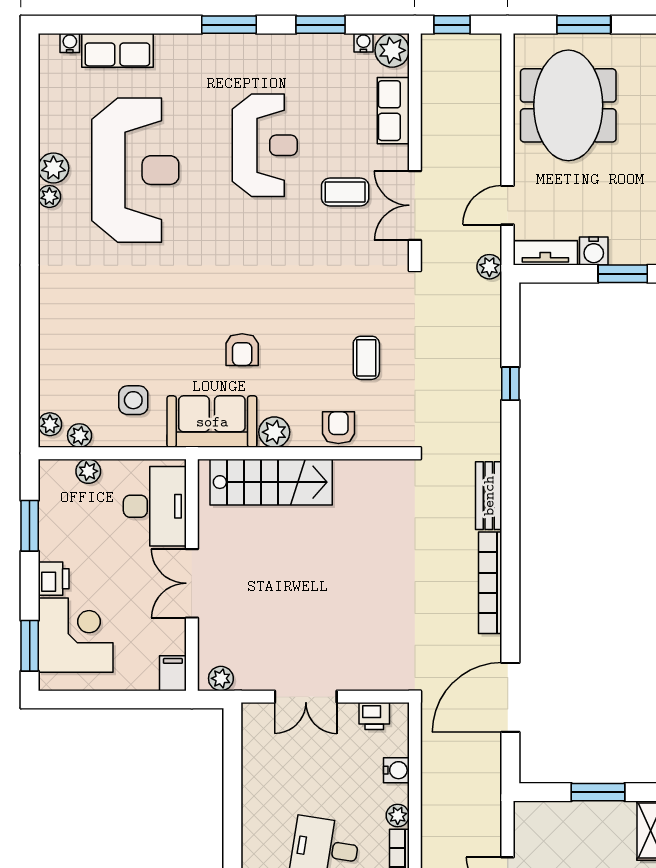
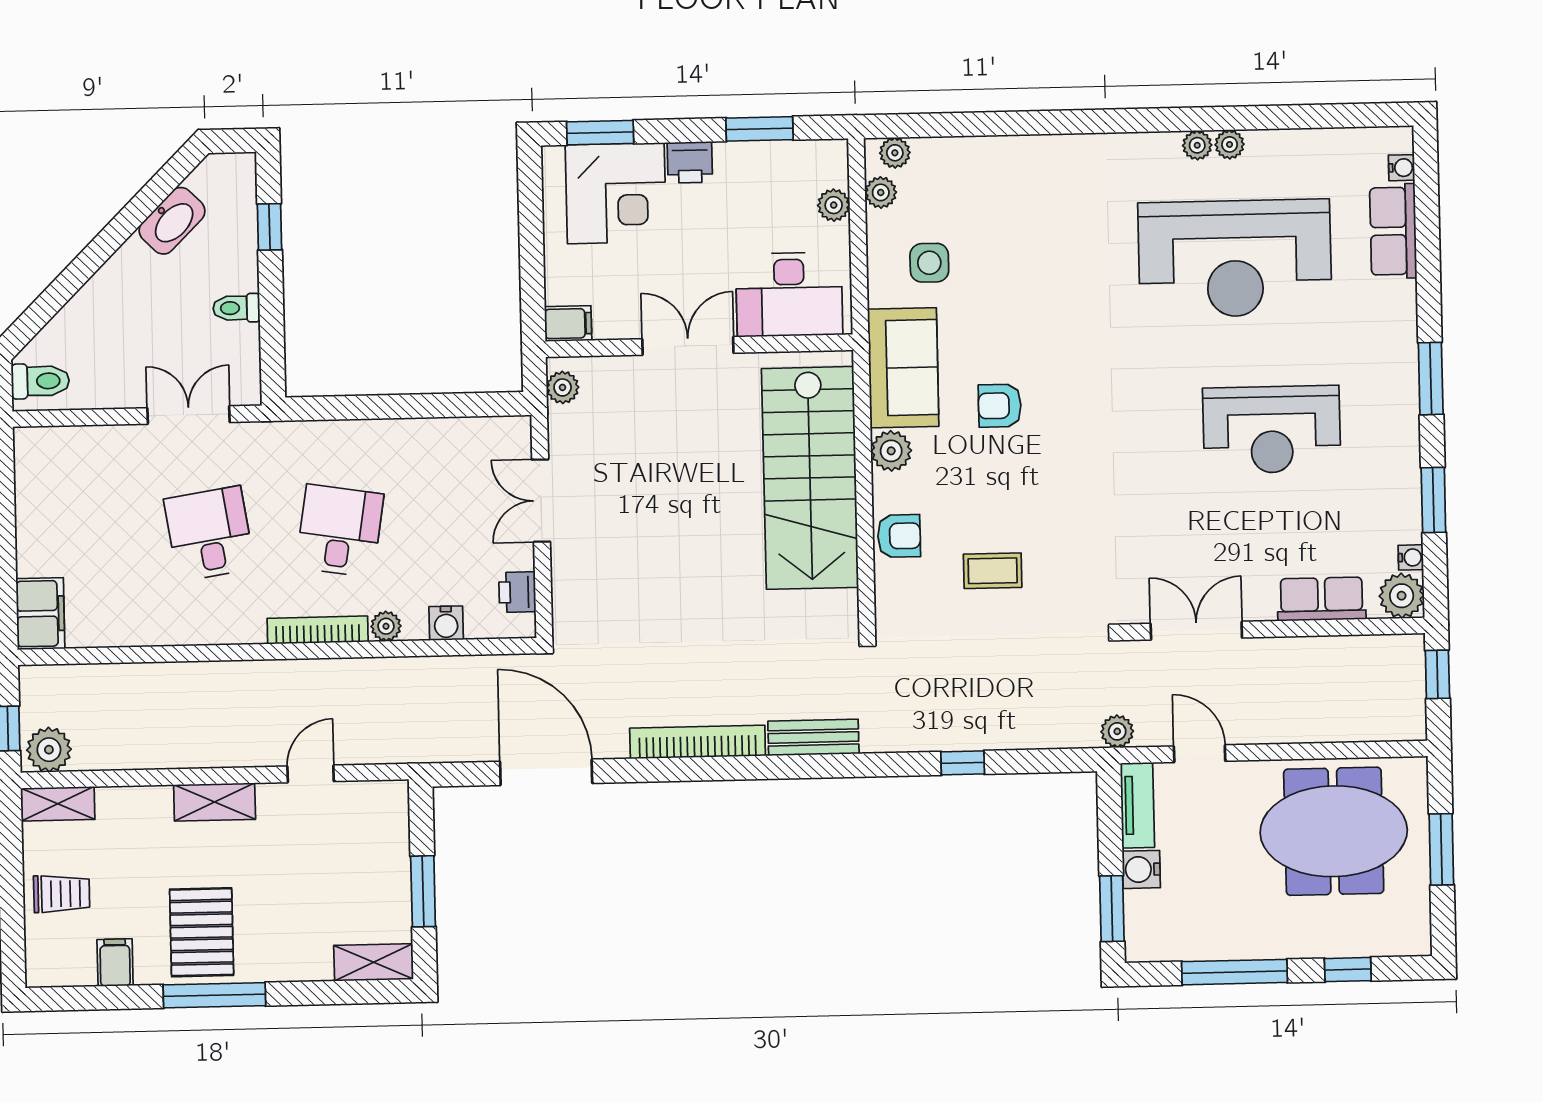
plant: (53, 168) -> (1230, 144), width x0.73, depth x0.73
coffee table: (345, 192) -> (1212, 538), removed
stairs: (271, 482) -> (810, 478), width x1.36, depth x1.51

